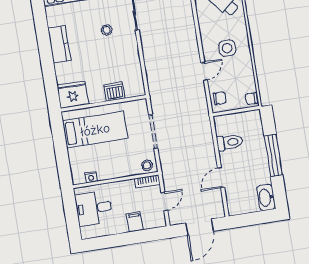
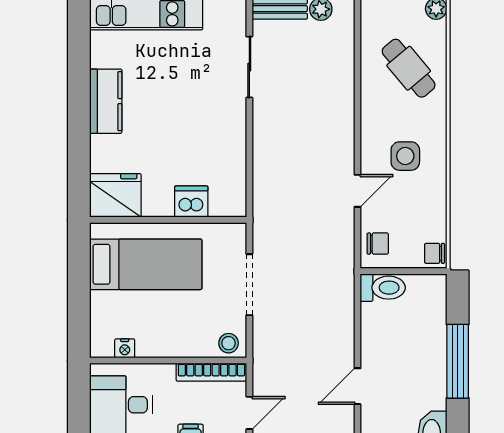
stool: (107, 30) -> (195, 89), removed
toilet: (229, 142) -> (383, 288), moved
bookcase: (147, 182) -> (211, 372), width x1.56

